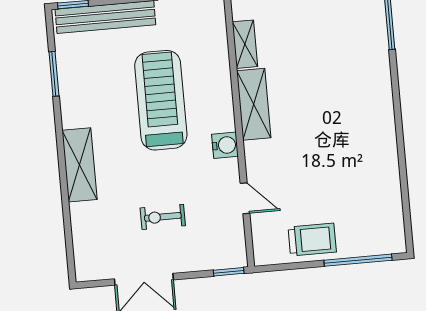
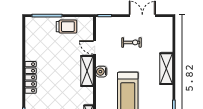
shelving: (254, 104) -> (87, 71), moved
locker: (383, 118) -> (31, 77), added
trolley: (312, 240) -> (66, 27), turned 180

